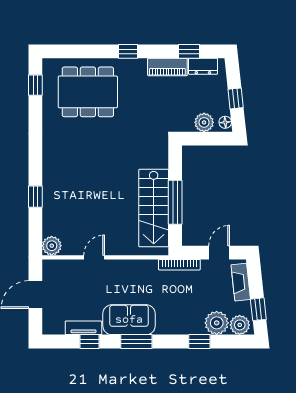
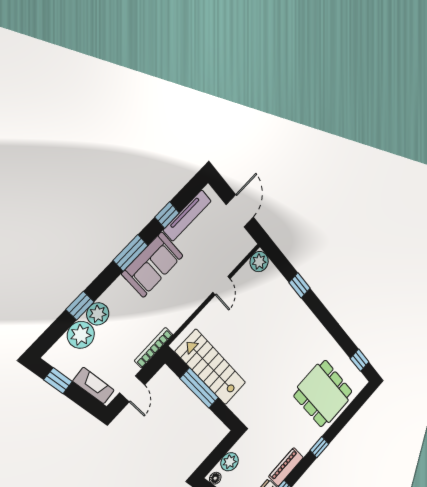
dining table: (88, 92) -> (323, 394), turned 90
plant: (240, 325) -> (98, 314), moved
tv unit: (83, 328) -> (187, 216), width x1.41

